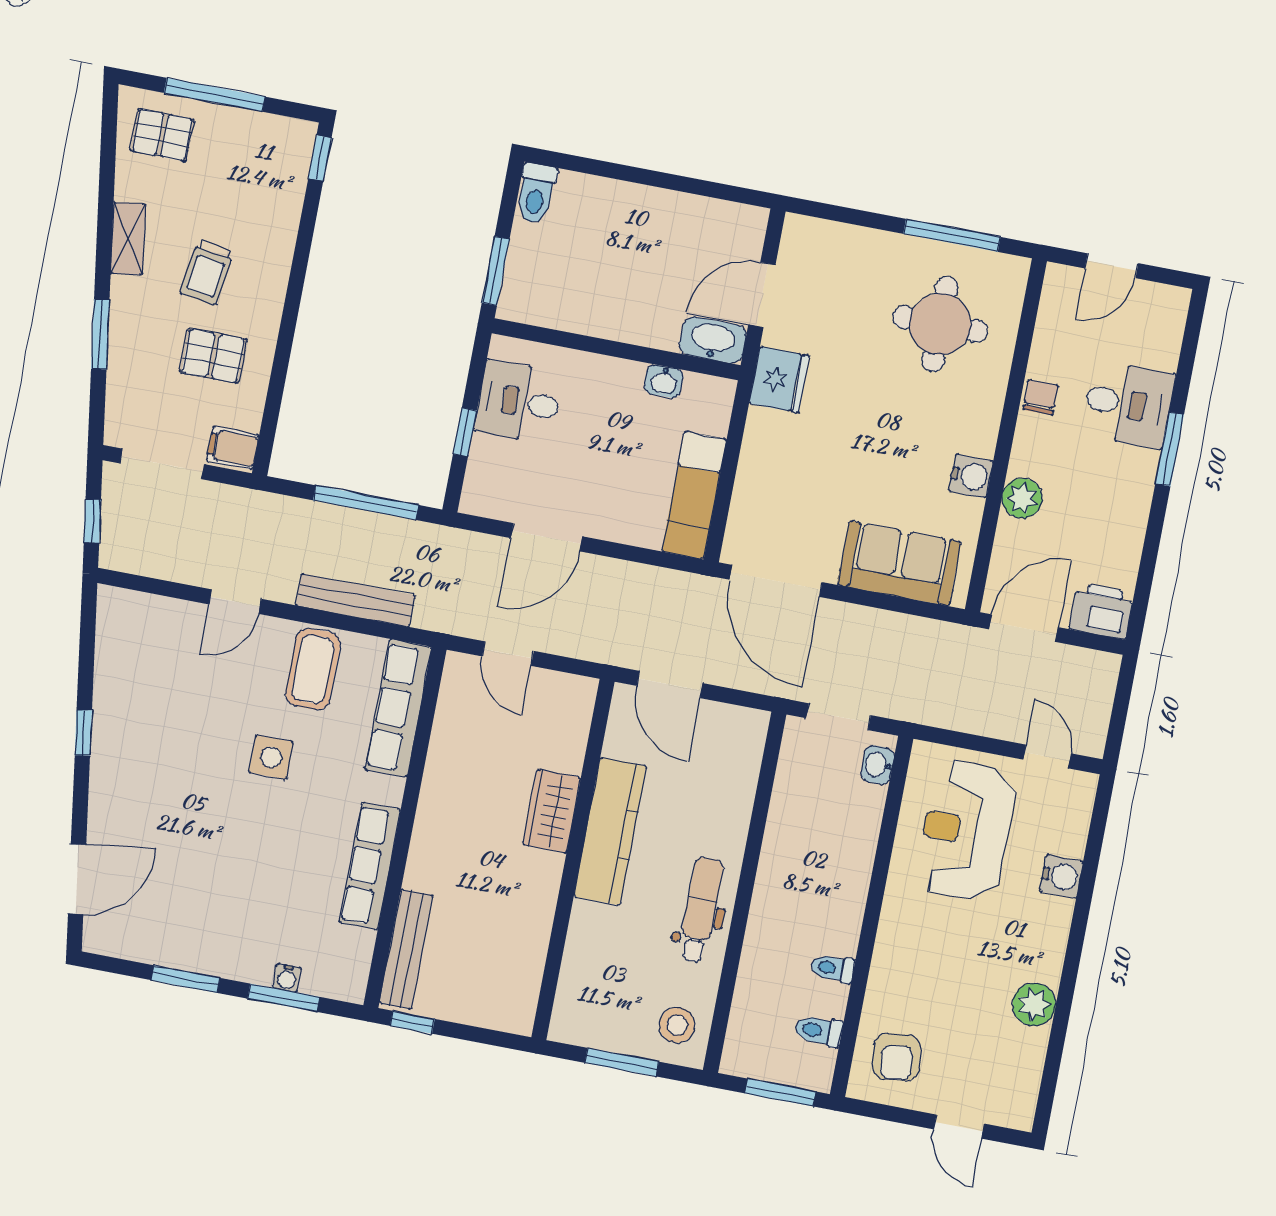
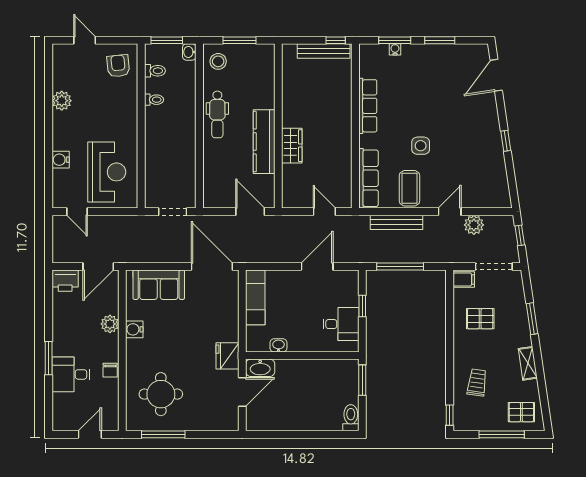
trolley: (207, 272) -> (477, 382), moved
plant: (188, 563) -> (474, 225), added
washbasin: (878, 765) -> (189, 52), moved, turned 180
bench: (406, 949) -> (324, 51), moved, turned 90

